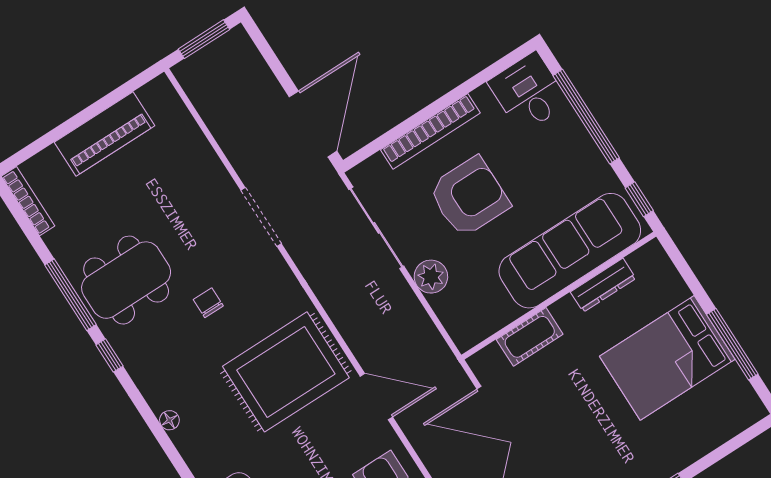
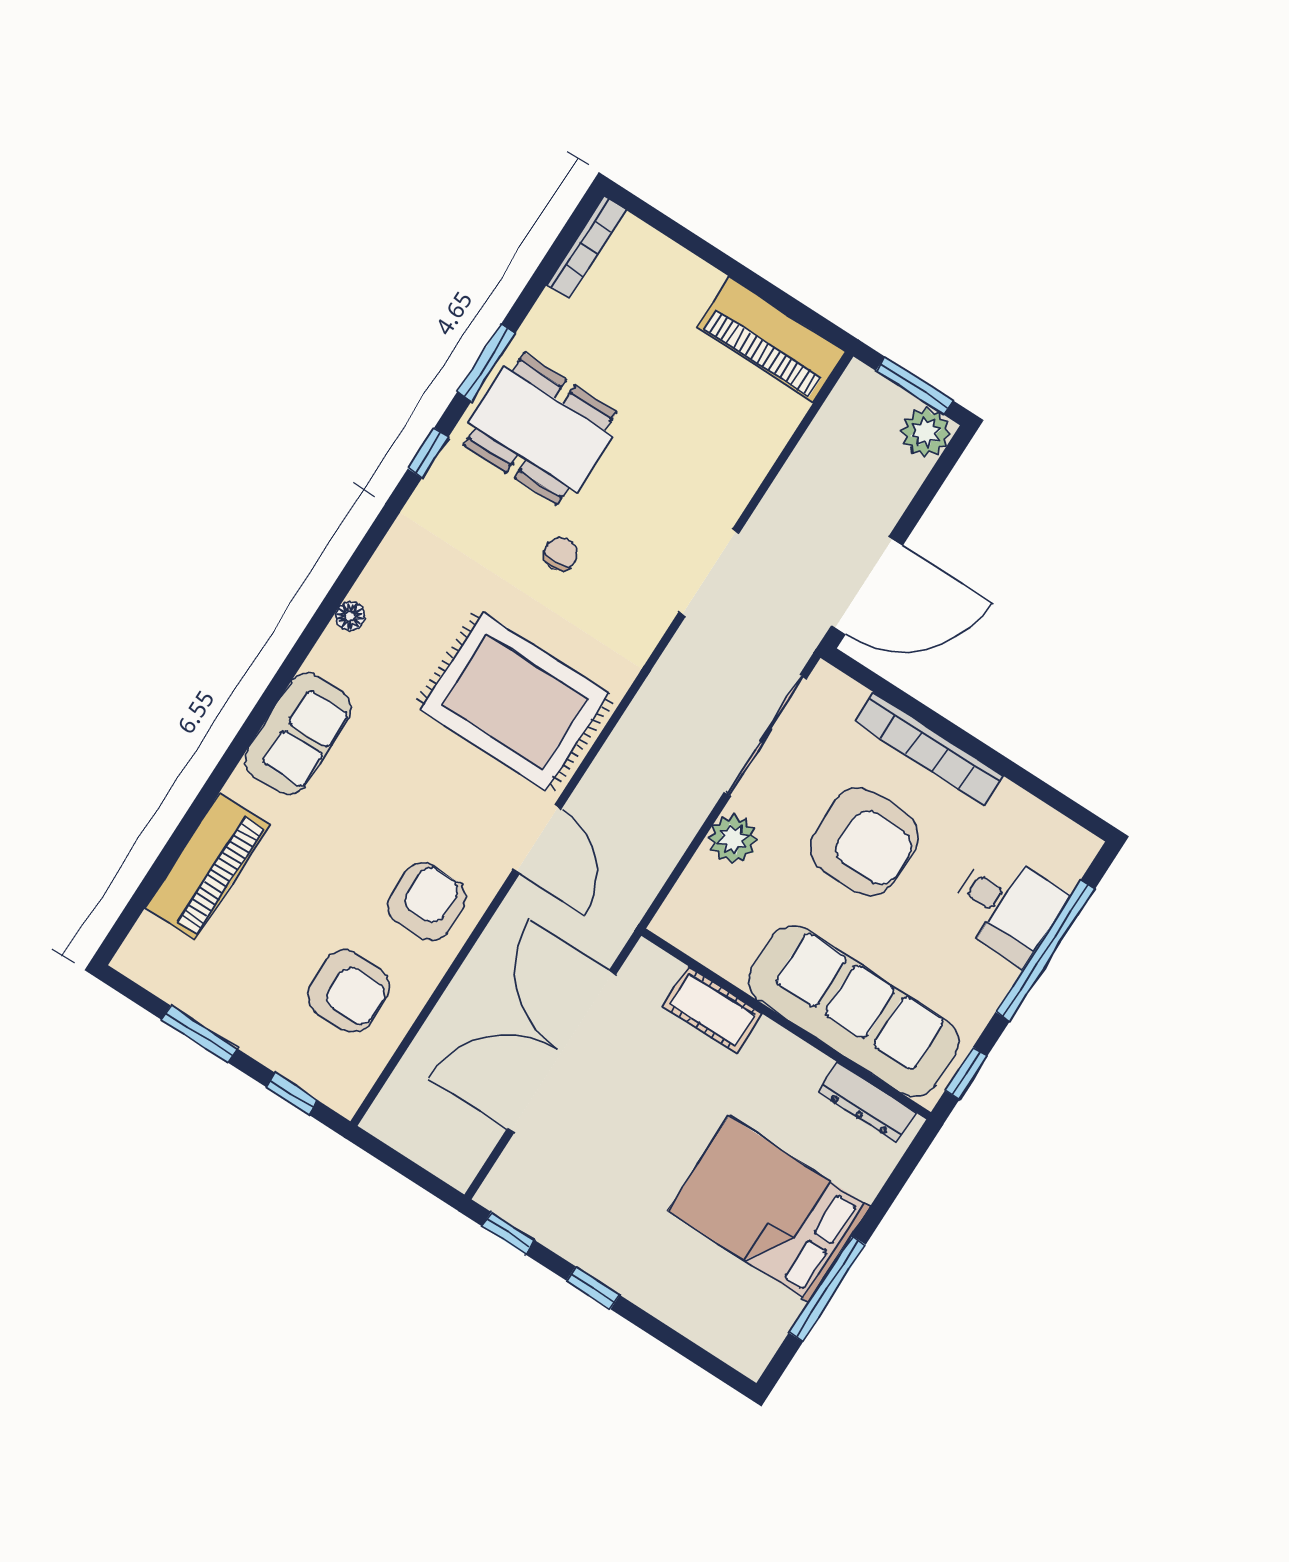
plant: (236, 45) -> (926, 433), added
desk: (529, 92) -> (1007, 906), moved, turned 90
piano: (104, 134) -> (771, 339), moved
dresser: (603, 285) -> (867, 1103), moved
window: (70, 295) -> (486, 363), width x0.69
floor lamp: (169, 420) -> (350, 616), moved

